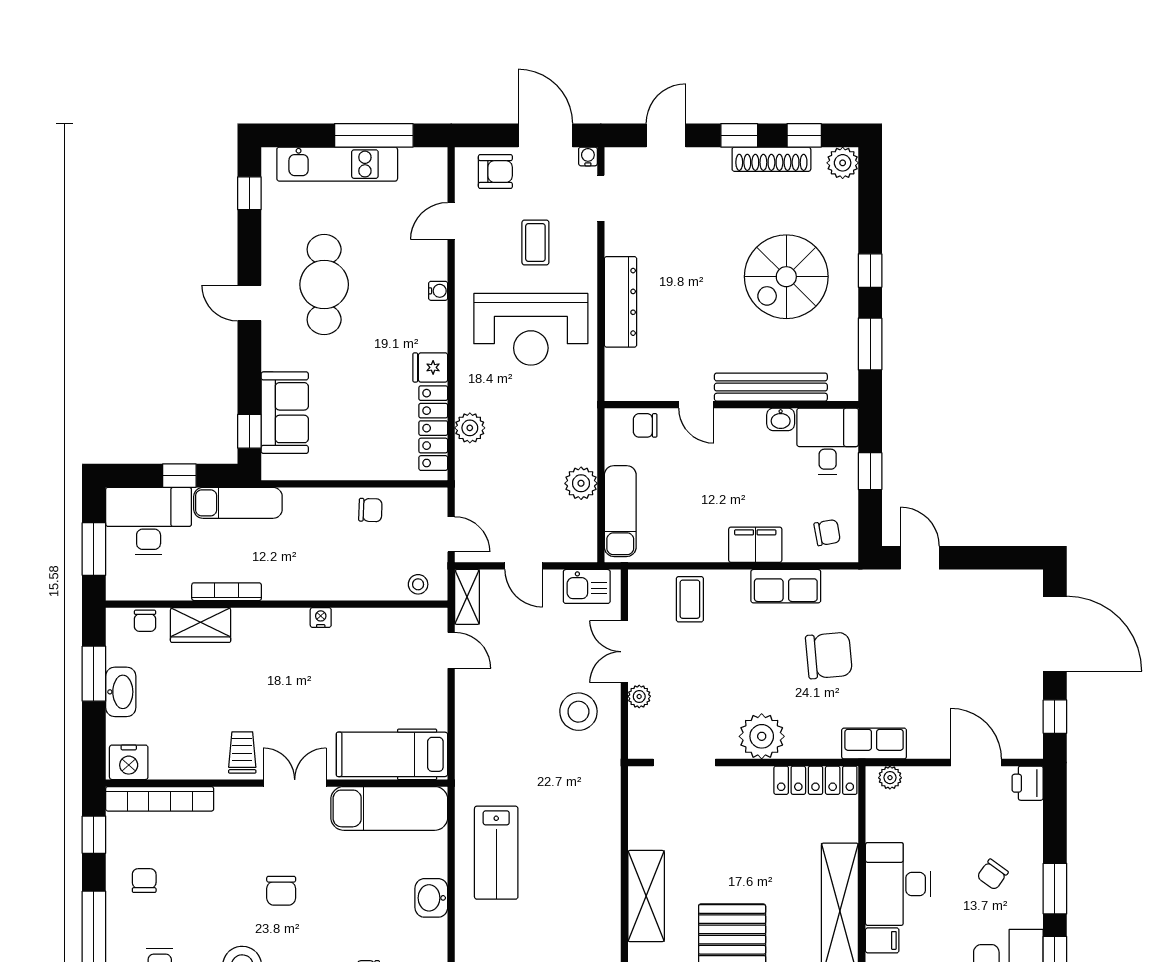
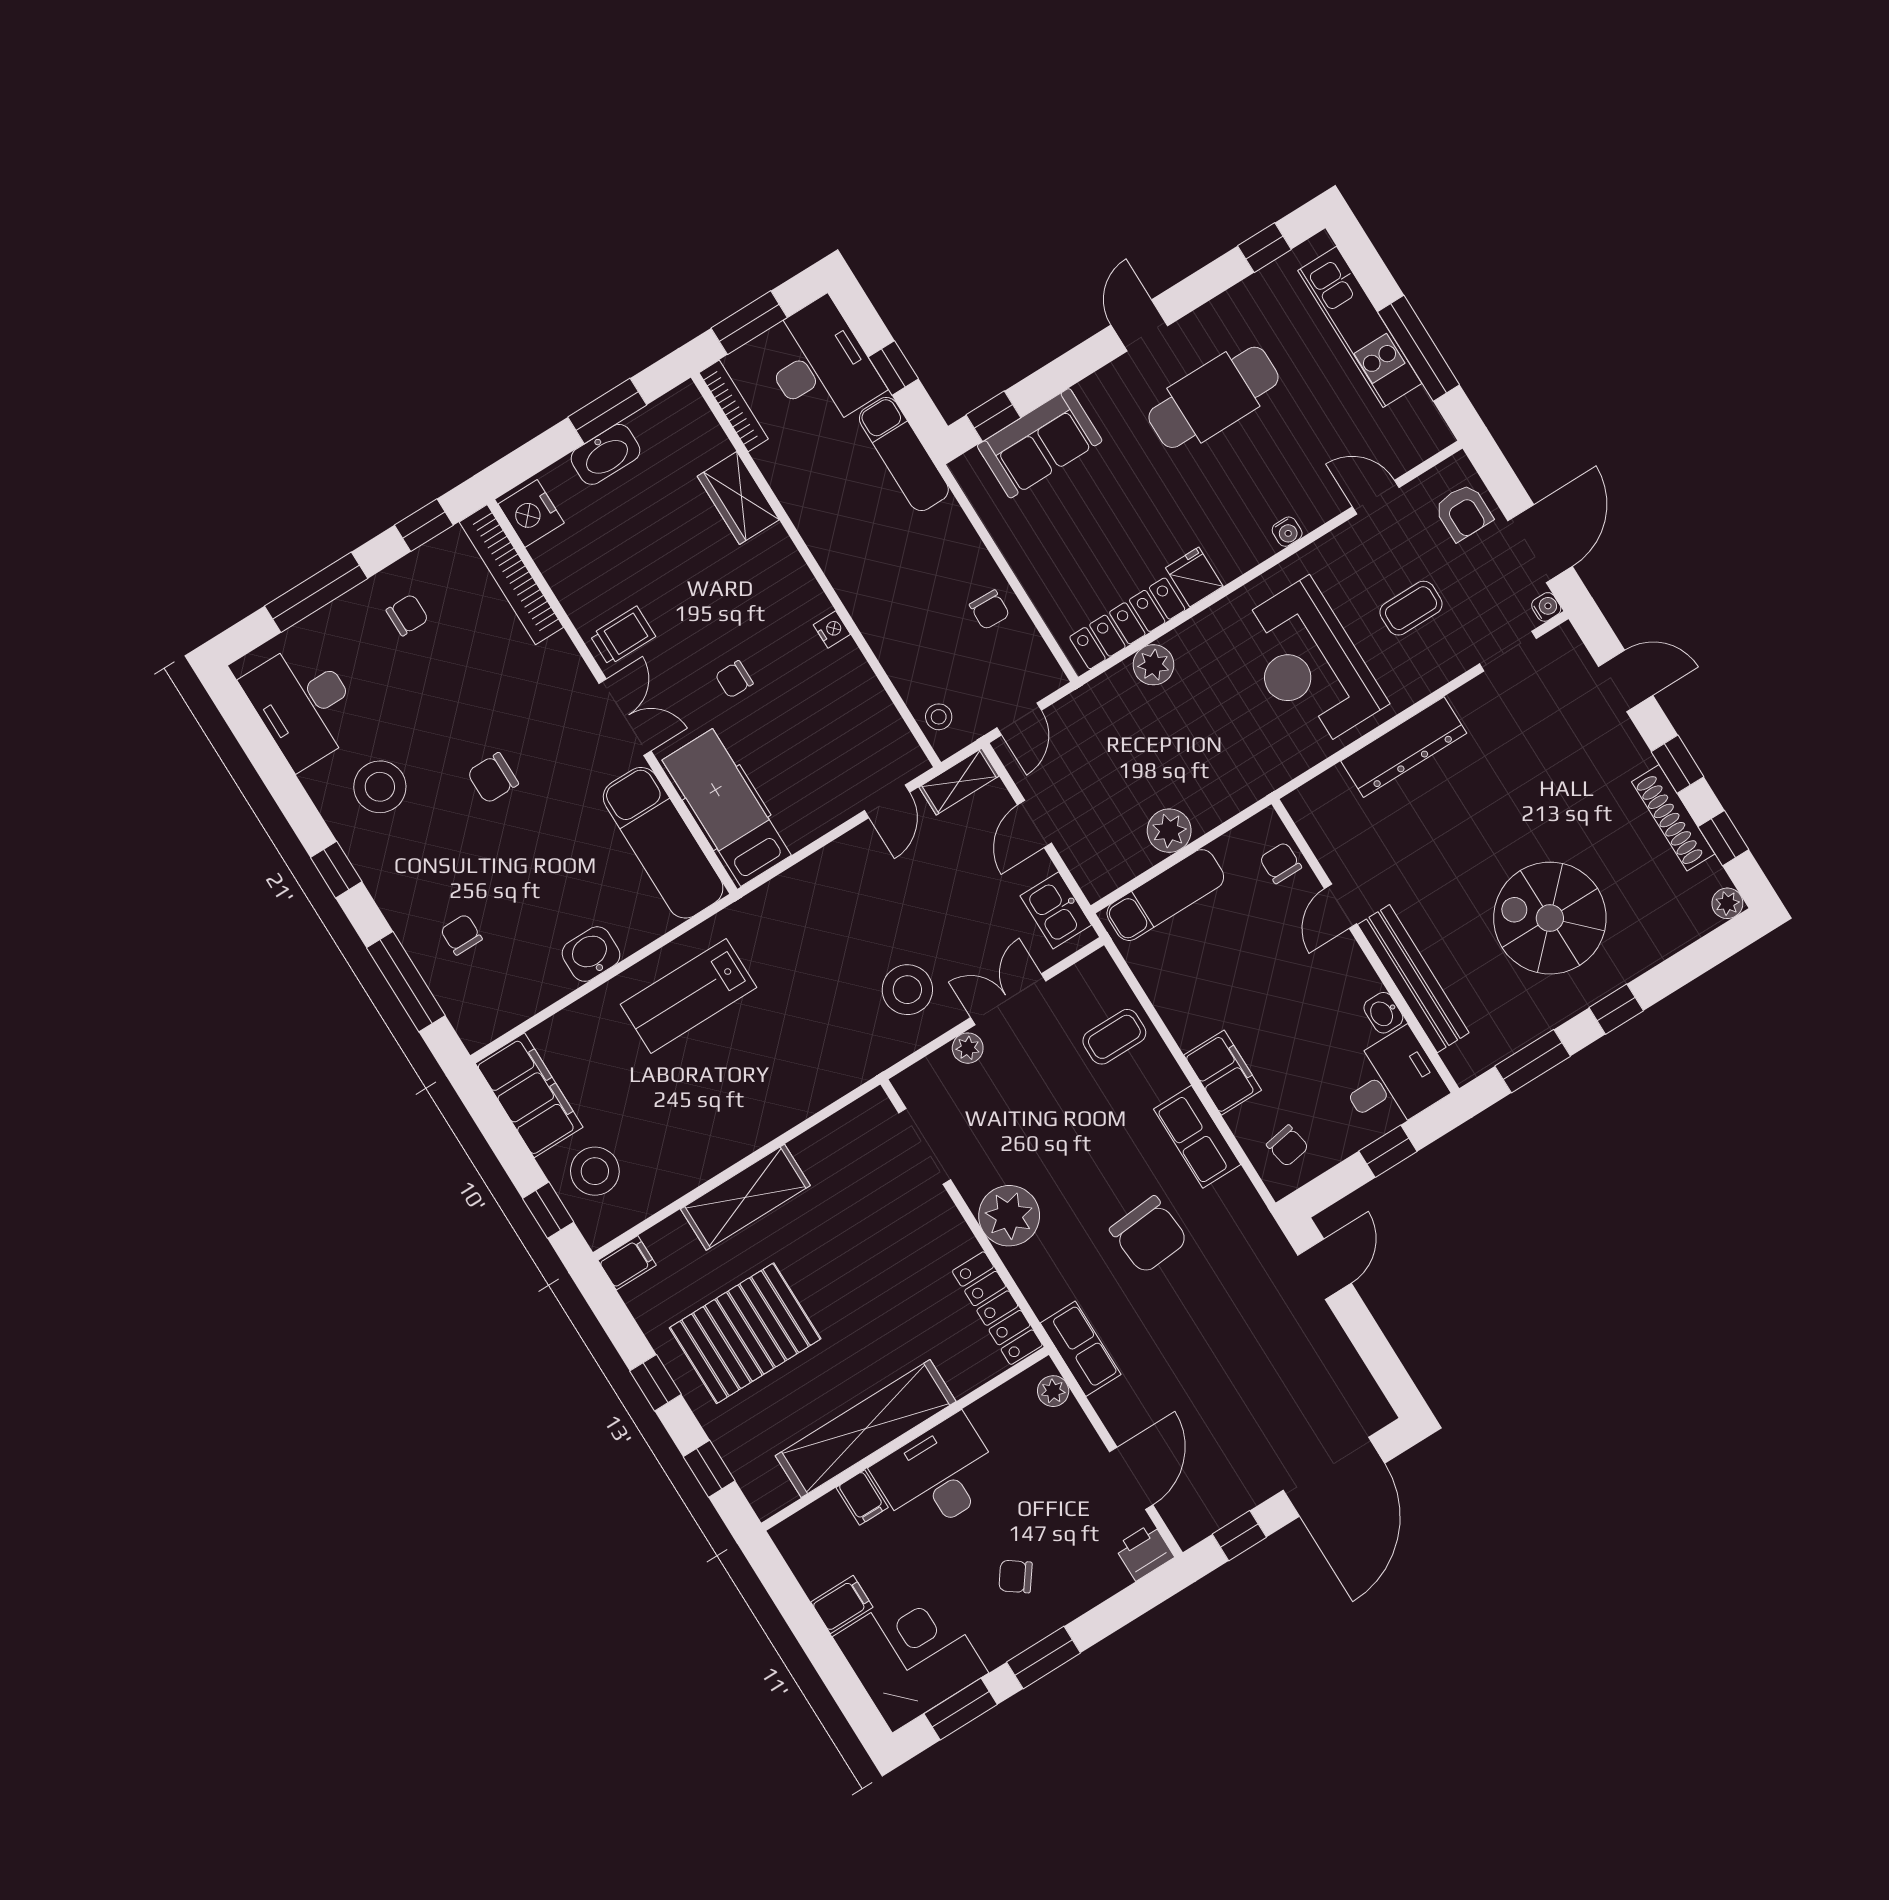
plant: (843, 163) -> (1727, 903), width x0.73, depth x0.73
bookcase: (227, 592) -> (734, 406), moved
chair: (145, 621) -> (734, 679), moved

